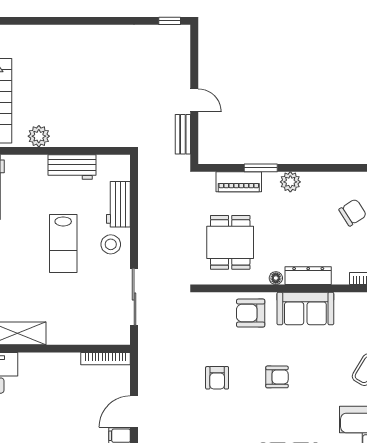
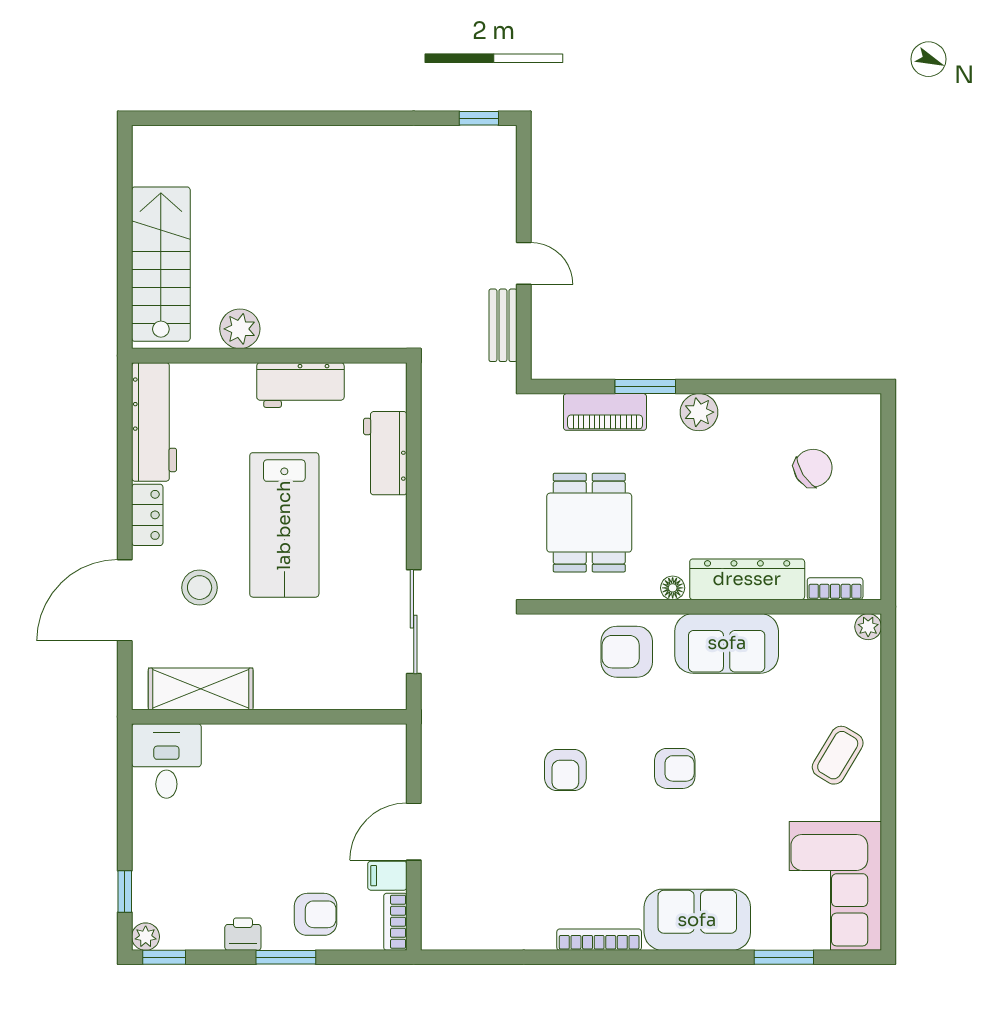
lab bench: (63, 244) -> (284, 525), width x1.36, depth x1.39
stool: (111, 244) -> (200, 588), moved
dresser: (308, 276) -> (747, 579), width x1.37, depth x1.24
bookcase: (106, 359) -> (362, 735), removed

